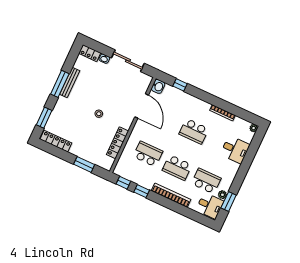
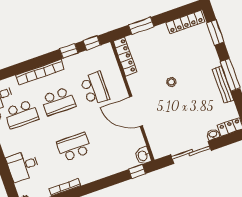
window: (180, 85) -> (137, 171), moved
door: (142, 106) -> (136, 111), moved
locker: (117, 143) -> (125, 56), moved
school desk: (148, 154) -> (95, 89), turned -90
school desk: (177, 167) -> (58, 101), turned 180

